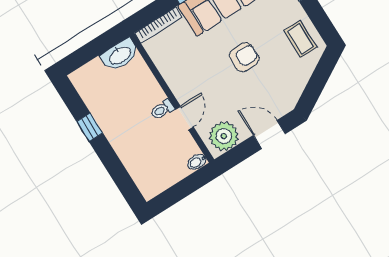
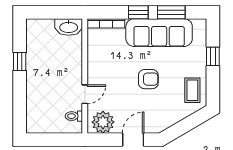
toilet: (162, 109) -> (74, 116), moved
door: (269, 134) -> (133, 140), hinge flipped
bidet: (197, 162) -> (75, 128), removed

